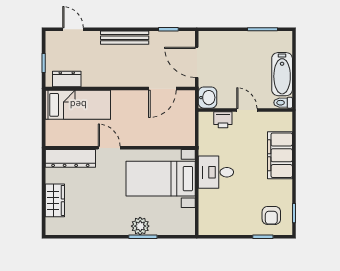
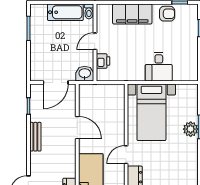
bench: (125, 38) -> (35, 137), width x0.73
door: (162, 89) -> (77, 128), moved
desk: (216, 172) -> (159, 67), moved
armchair: (271, 215) -> (167, 14), moved

